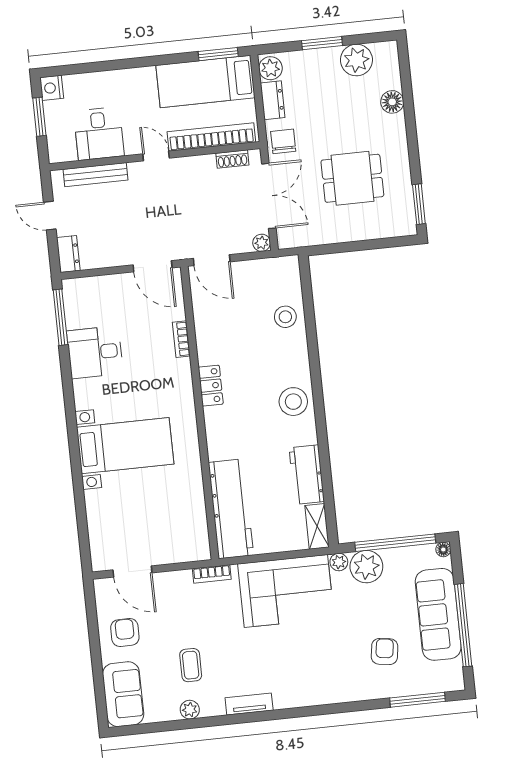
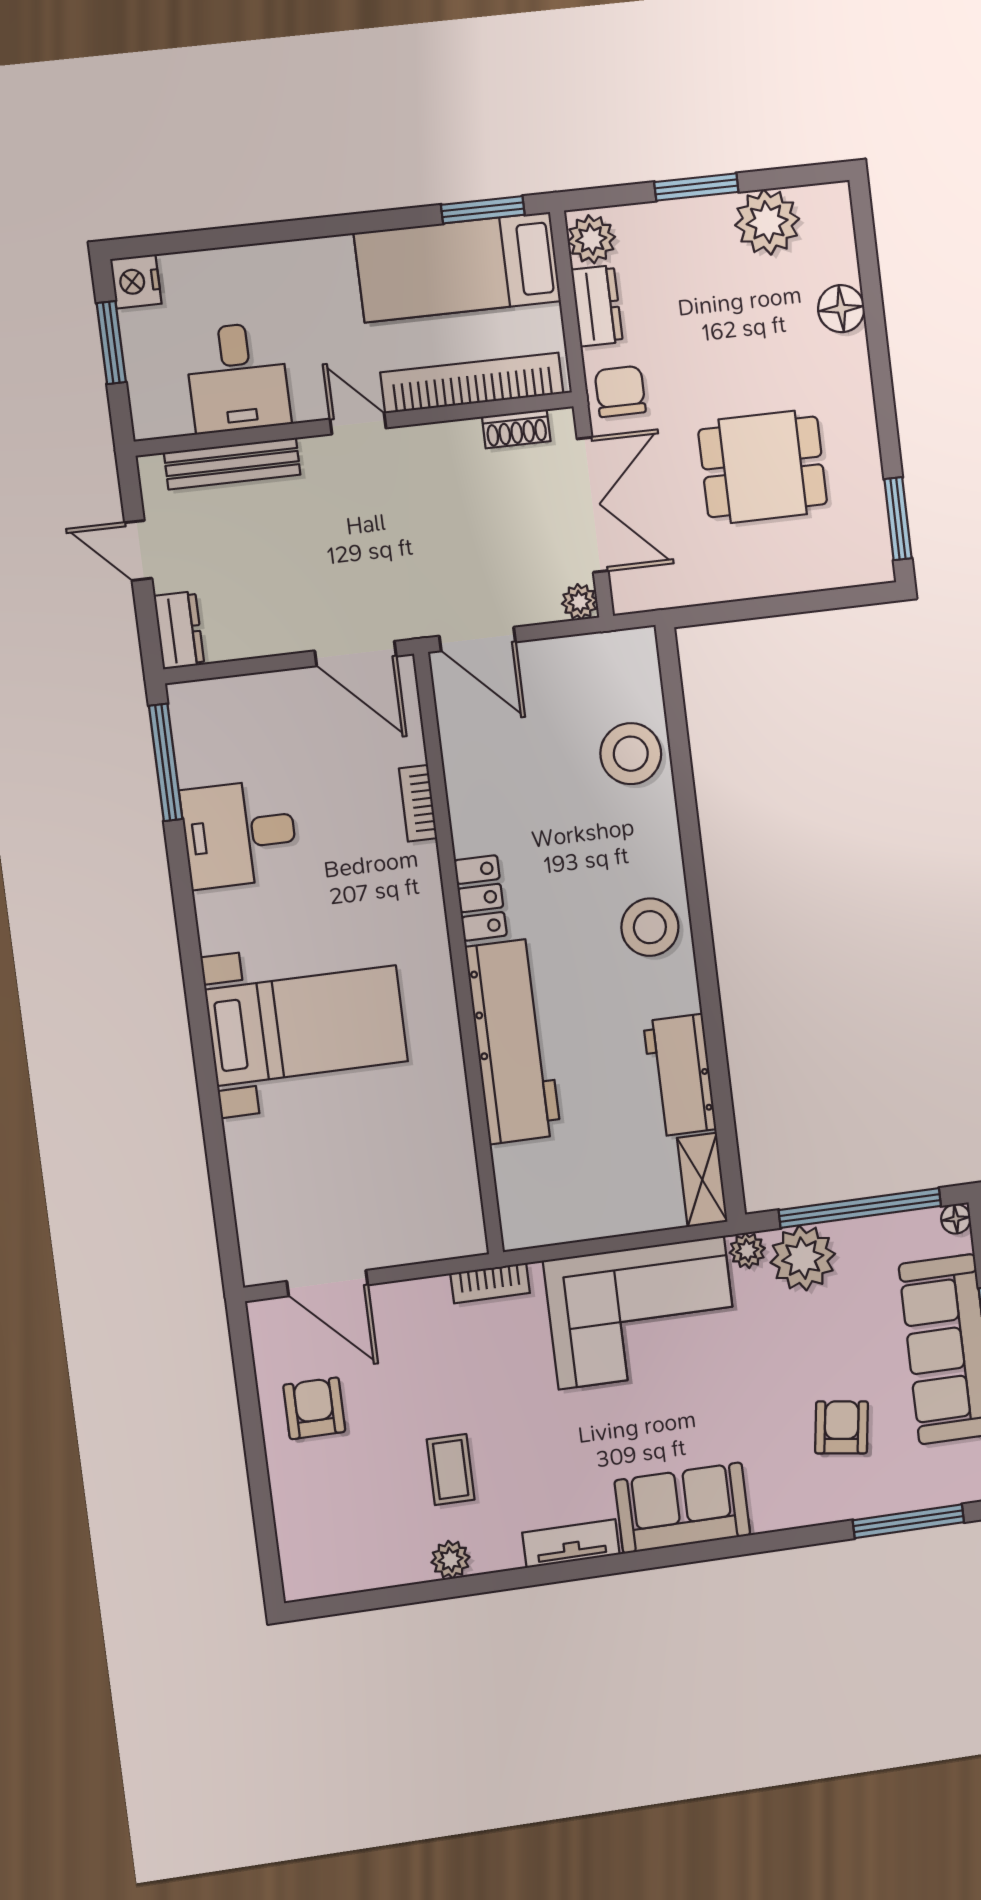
stool: (285, 317) -> (631, 754), width x1.38, depth x1.38
workbench: (231, 509) -> (513, 1041), moved
sofa: (123, 694) -> (682, 1508), moved, turned -90

